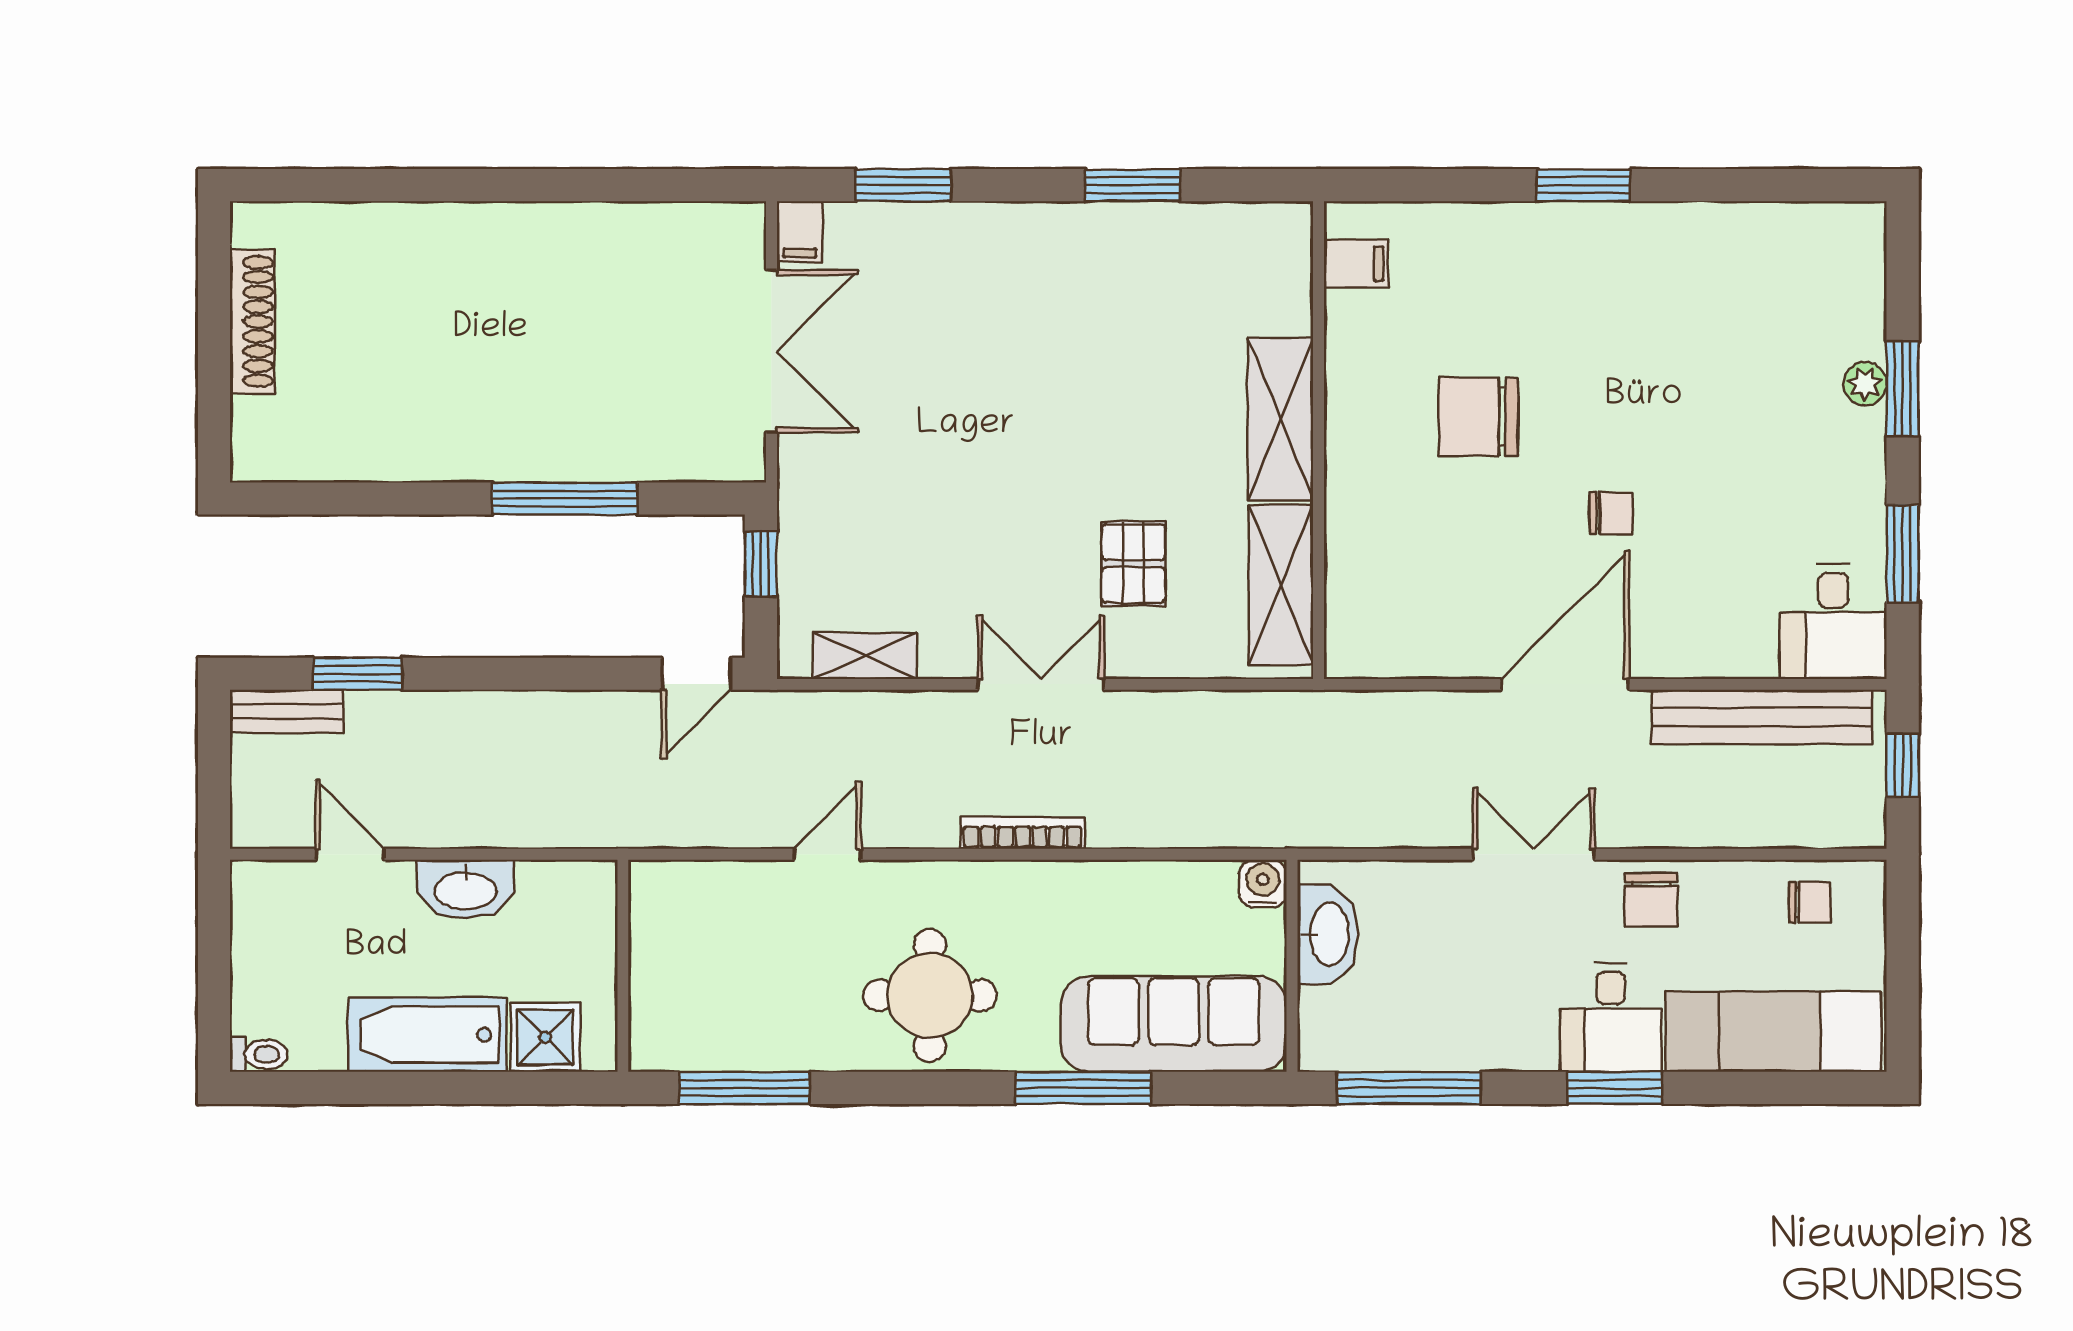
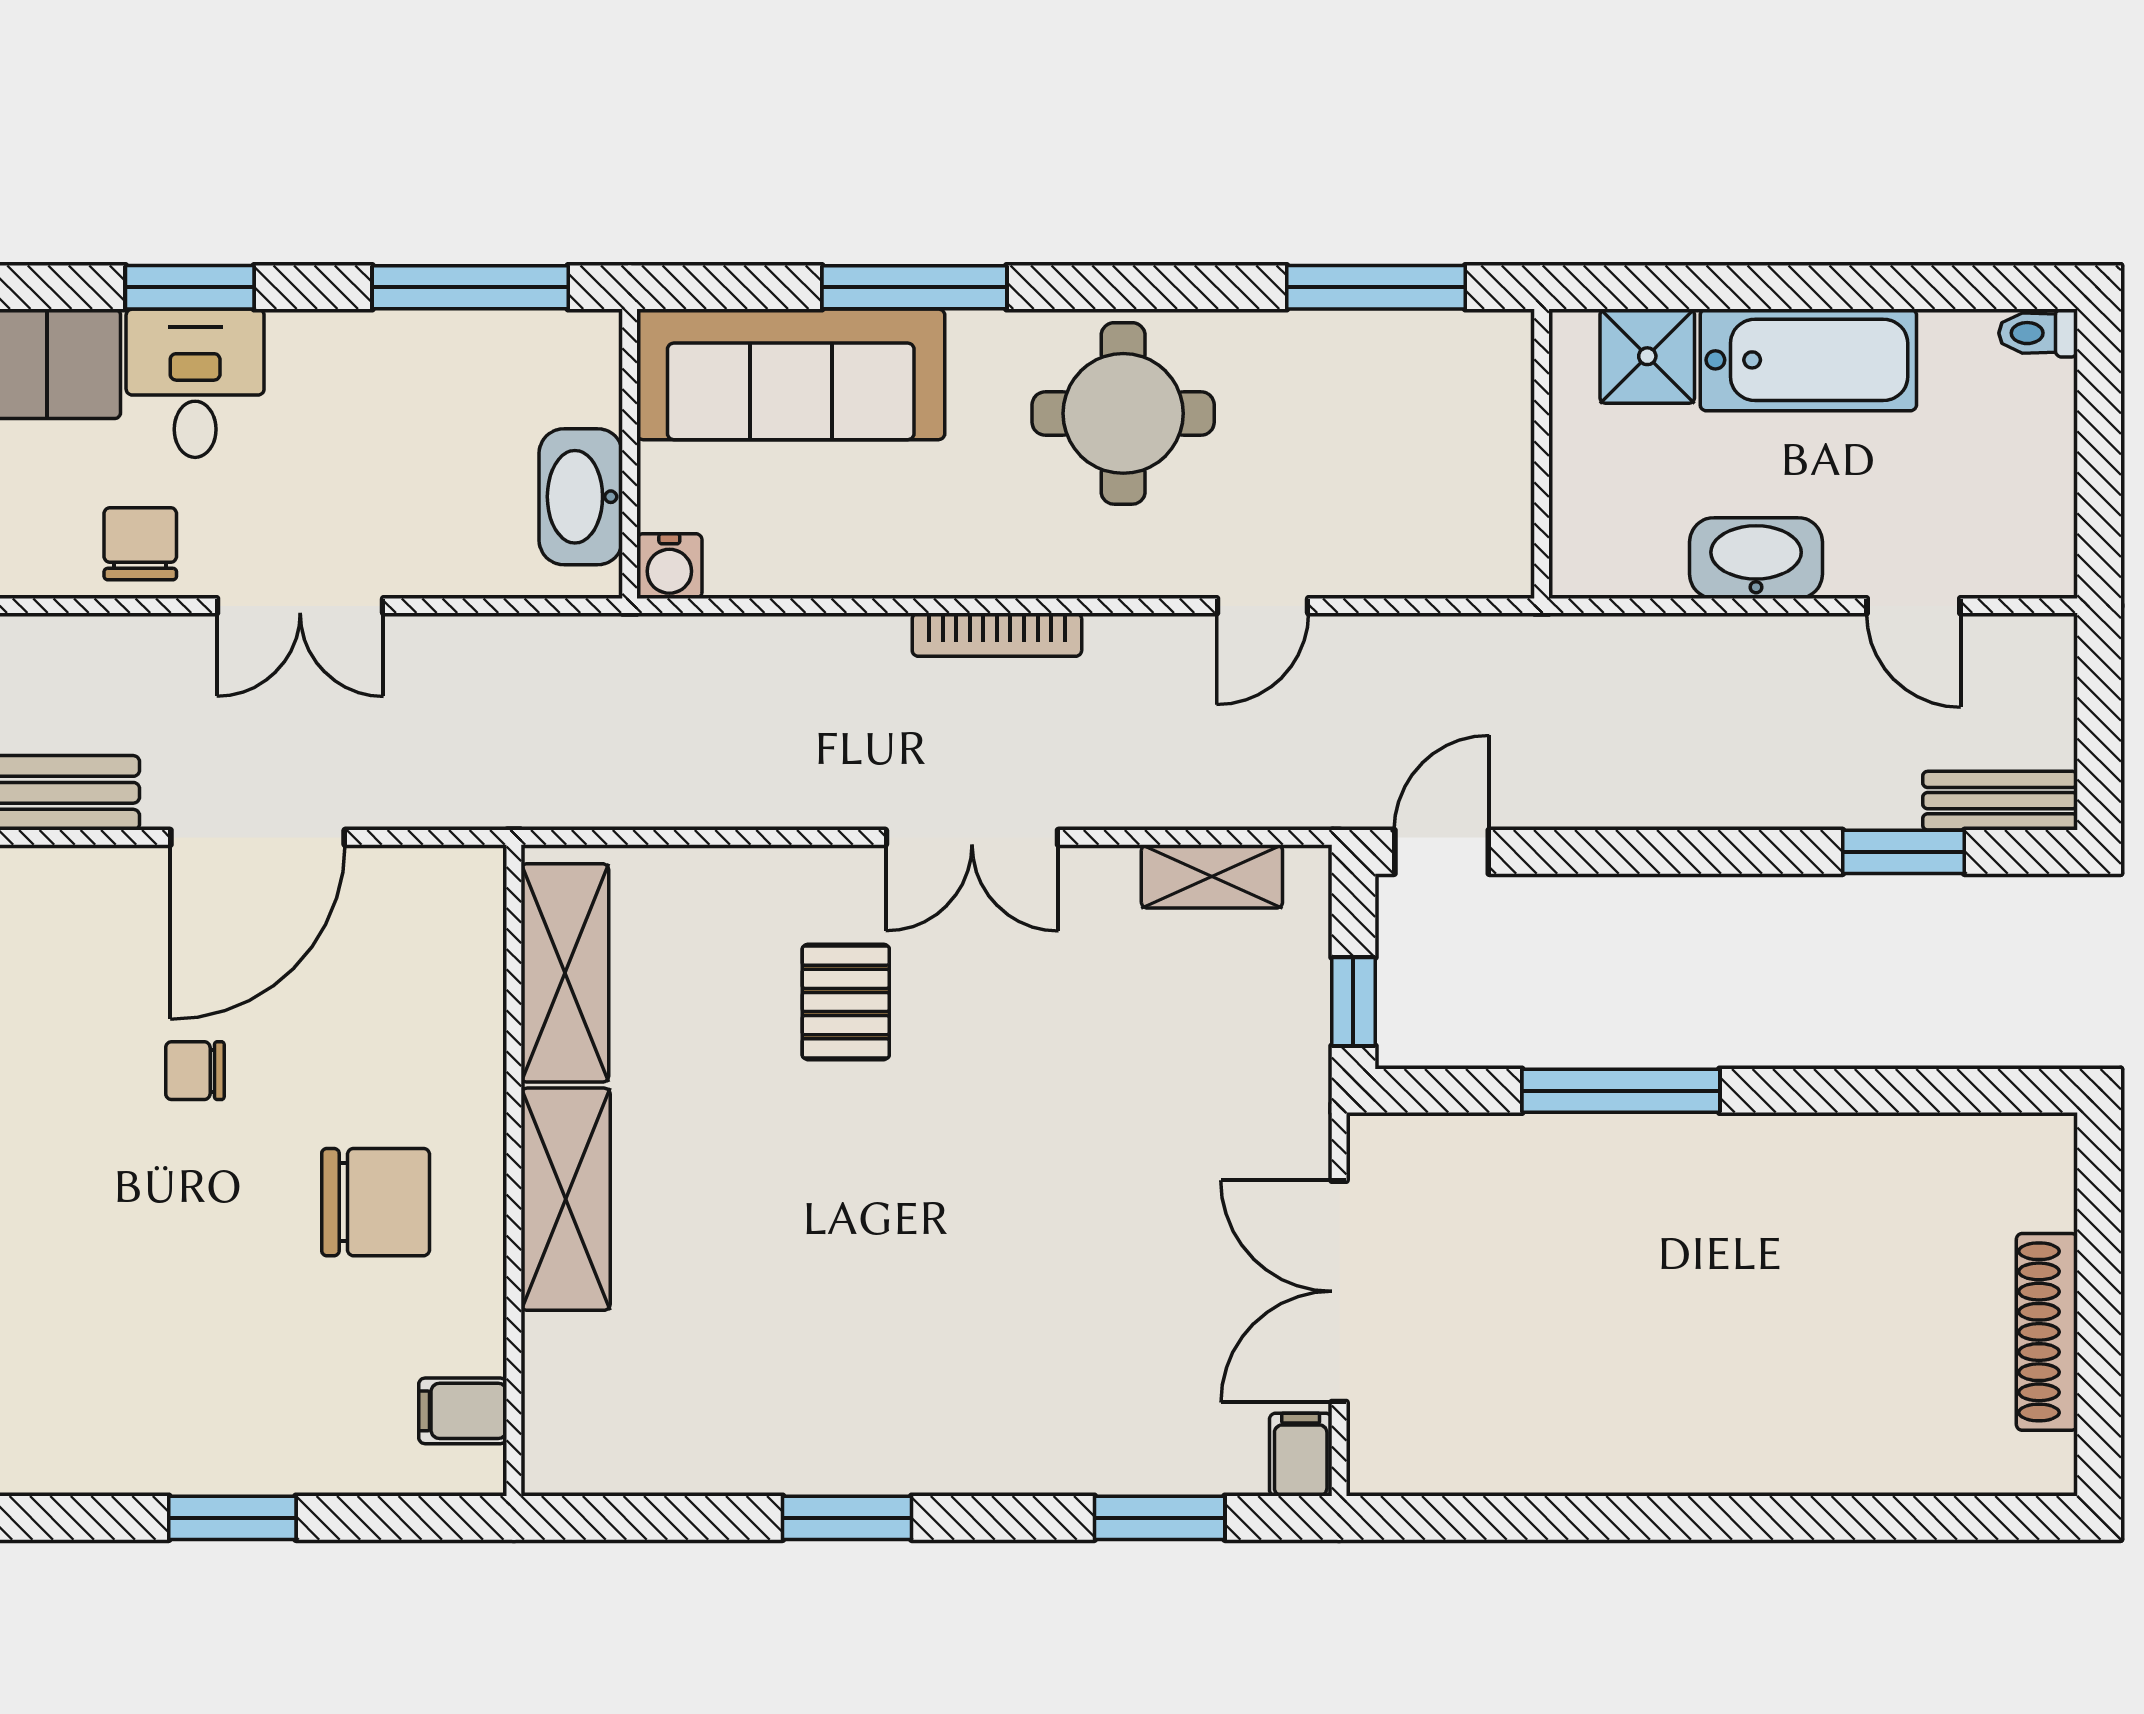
filing cabinet: (1356, 264) -> (463, 1411), moved
shelving: (1281, 419) -> (566, 1199), moved
wall: (1318, 440) -> (514, 1170), moved
shelving: (1281, 585) -> (565, 973), moved

